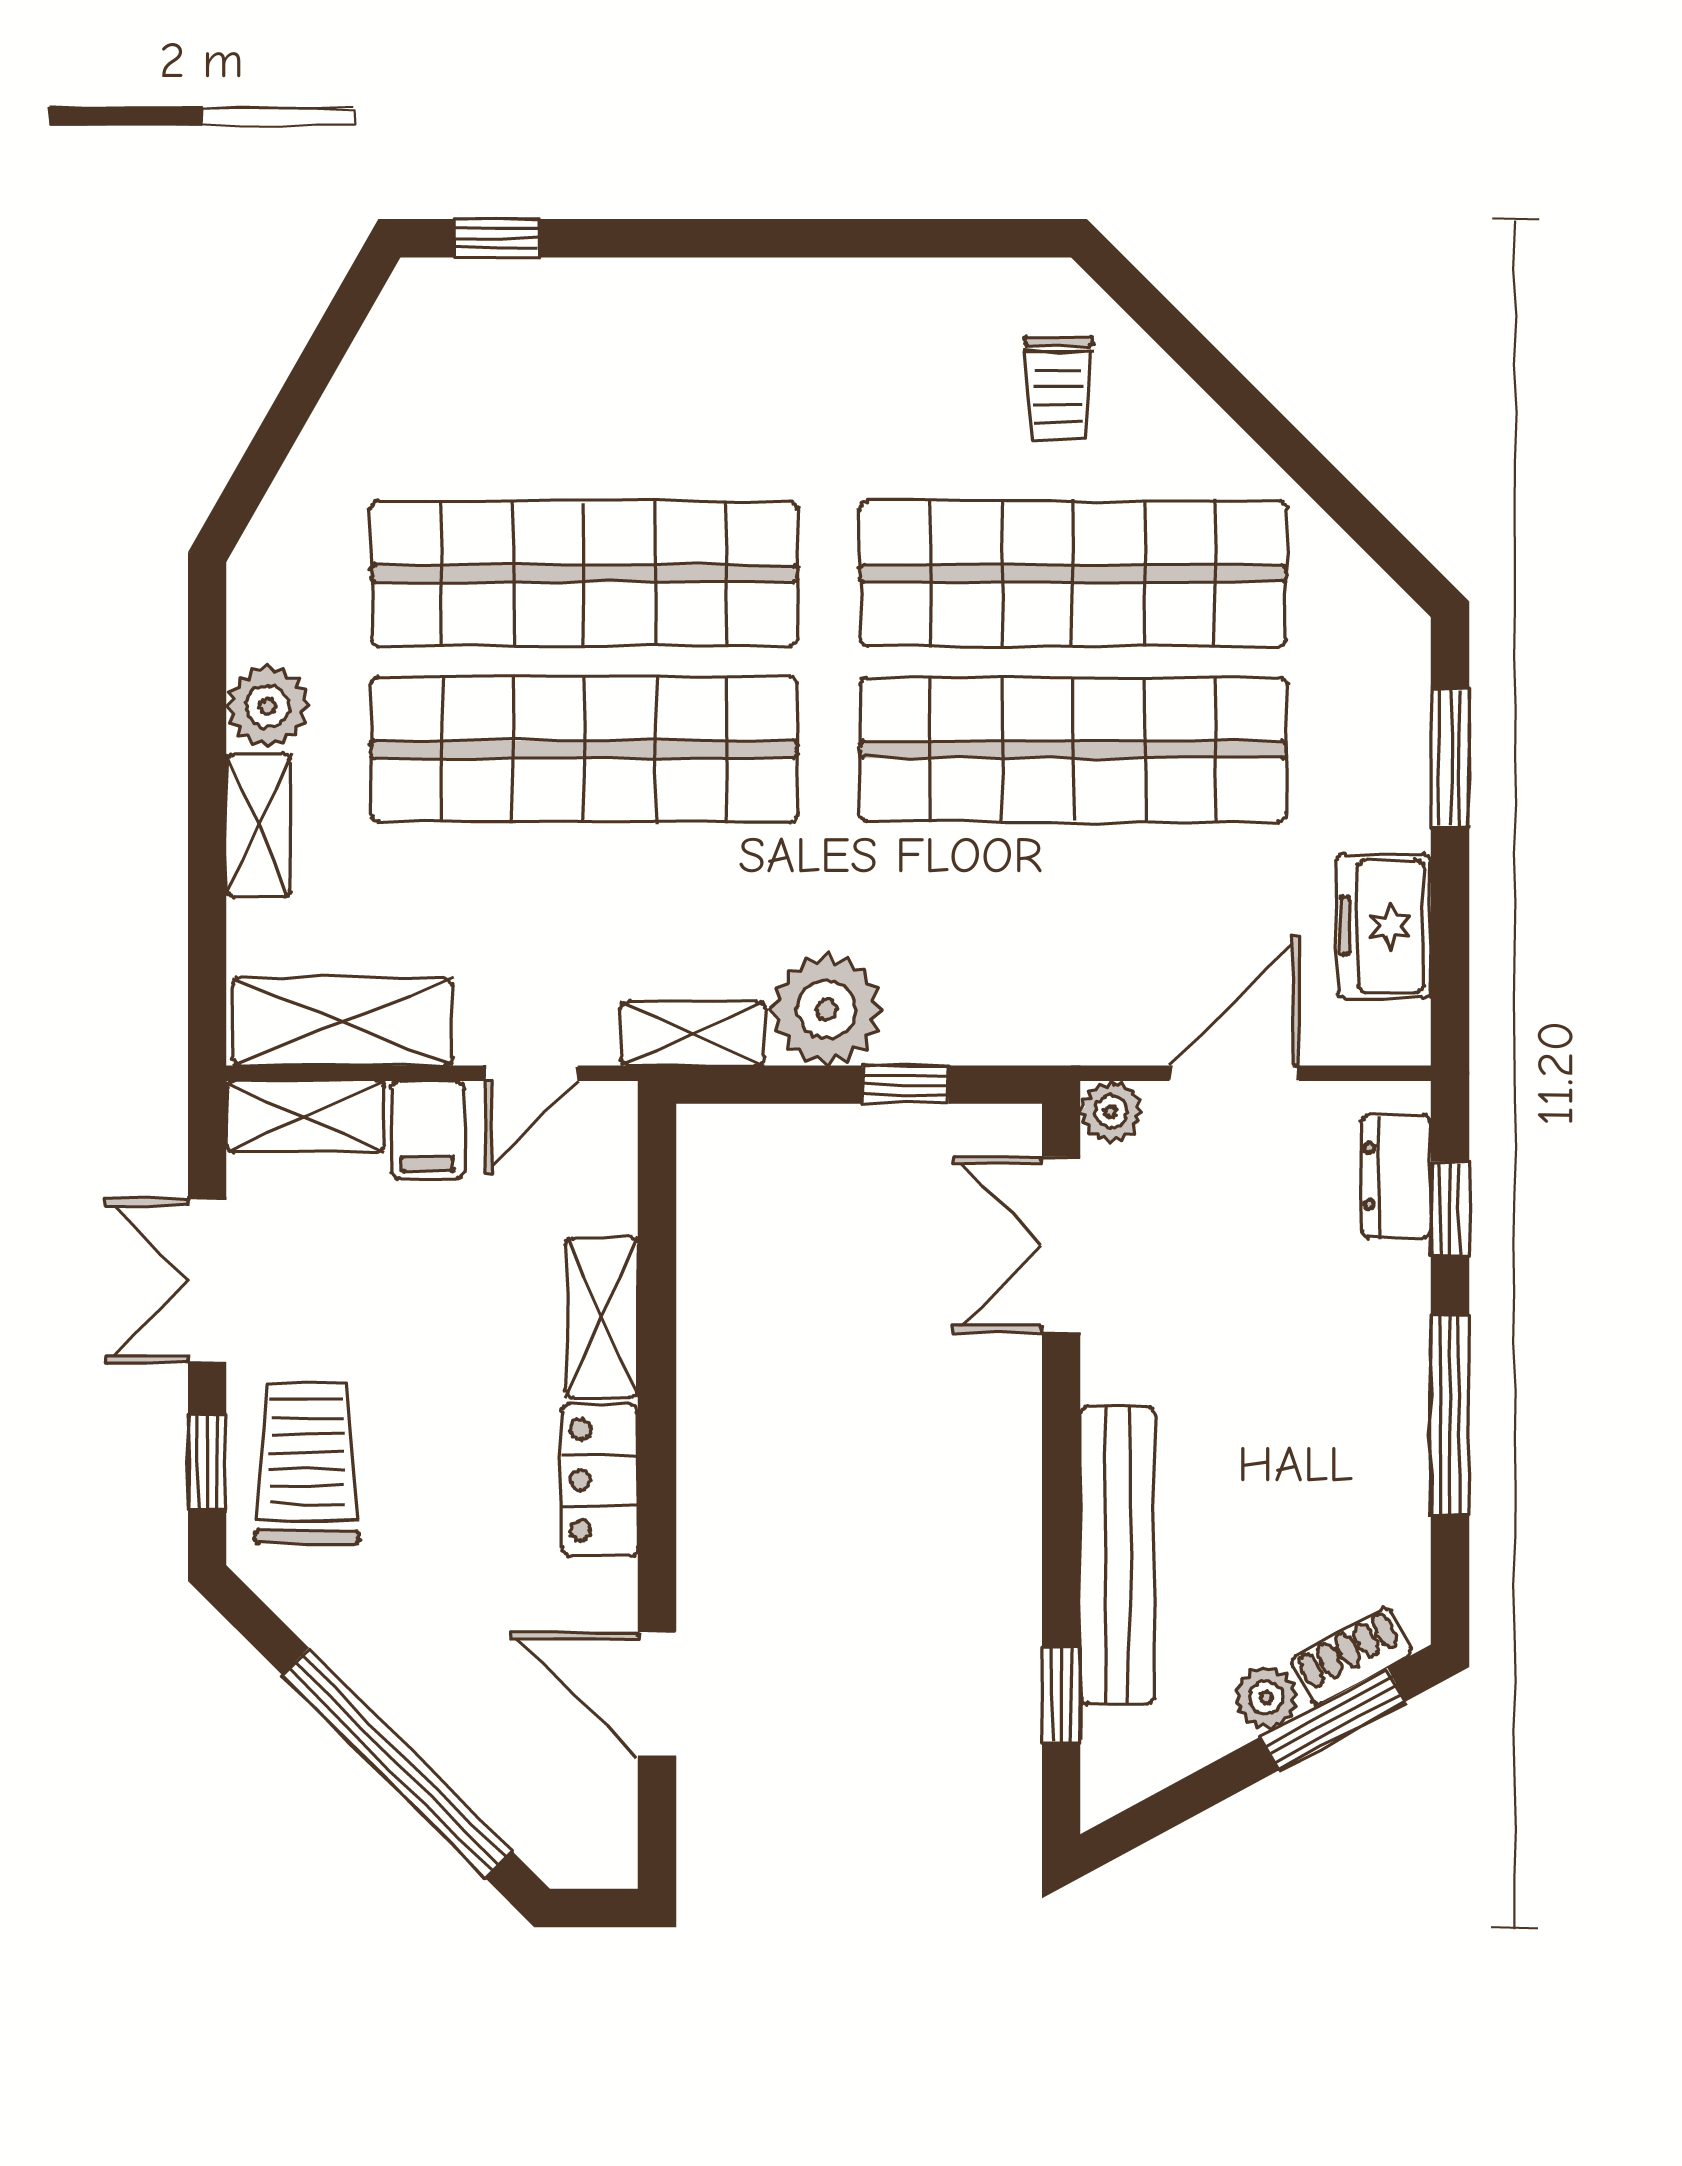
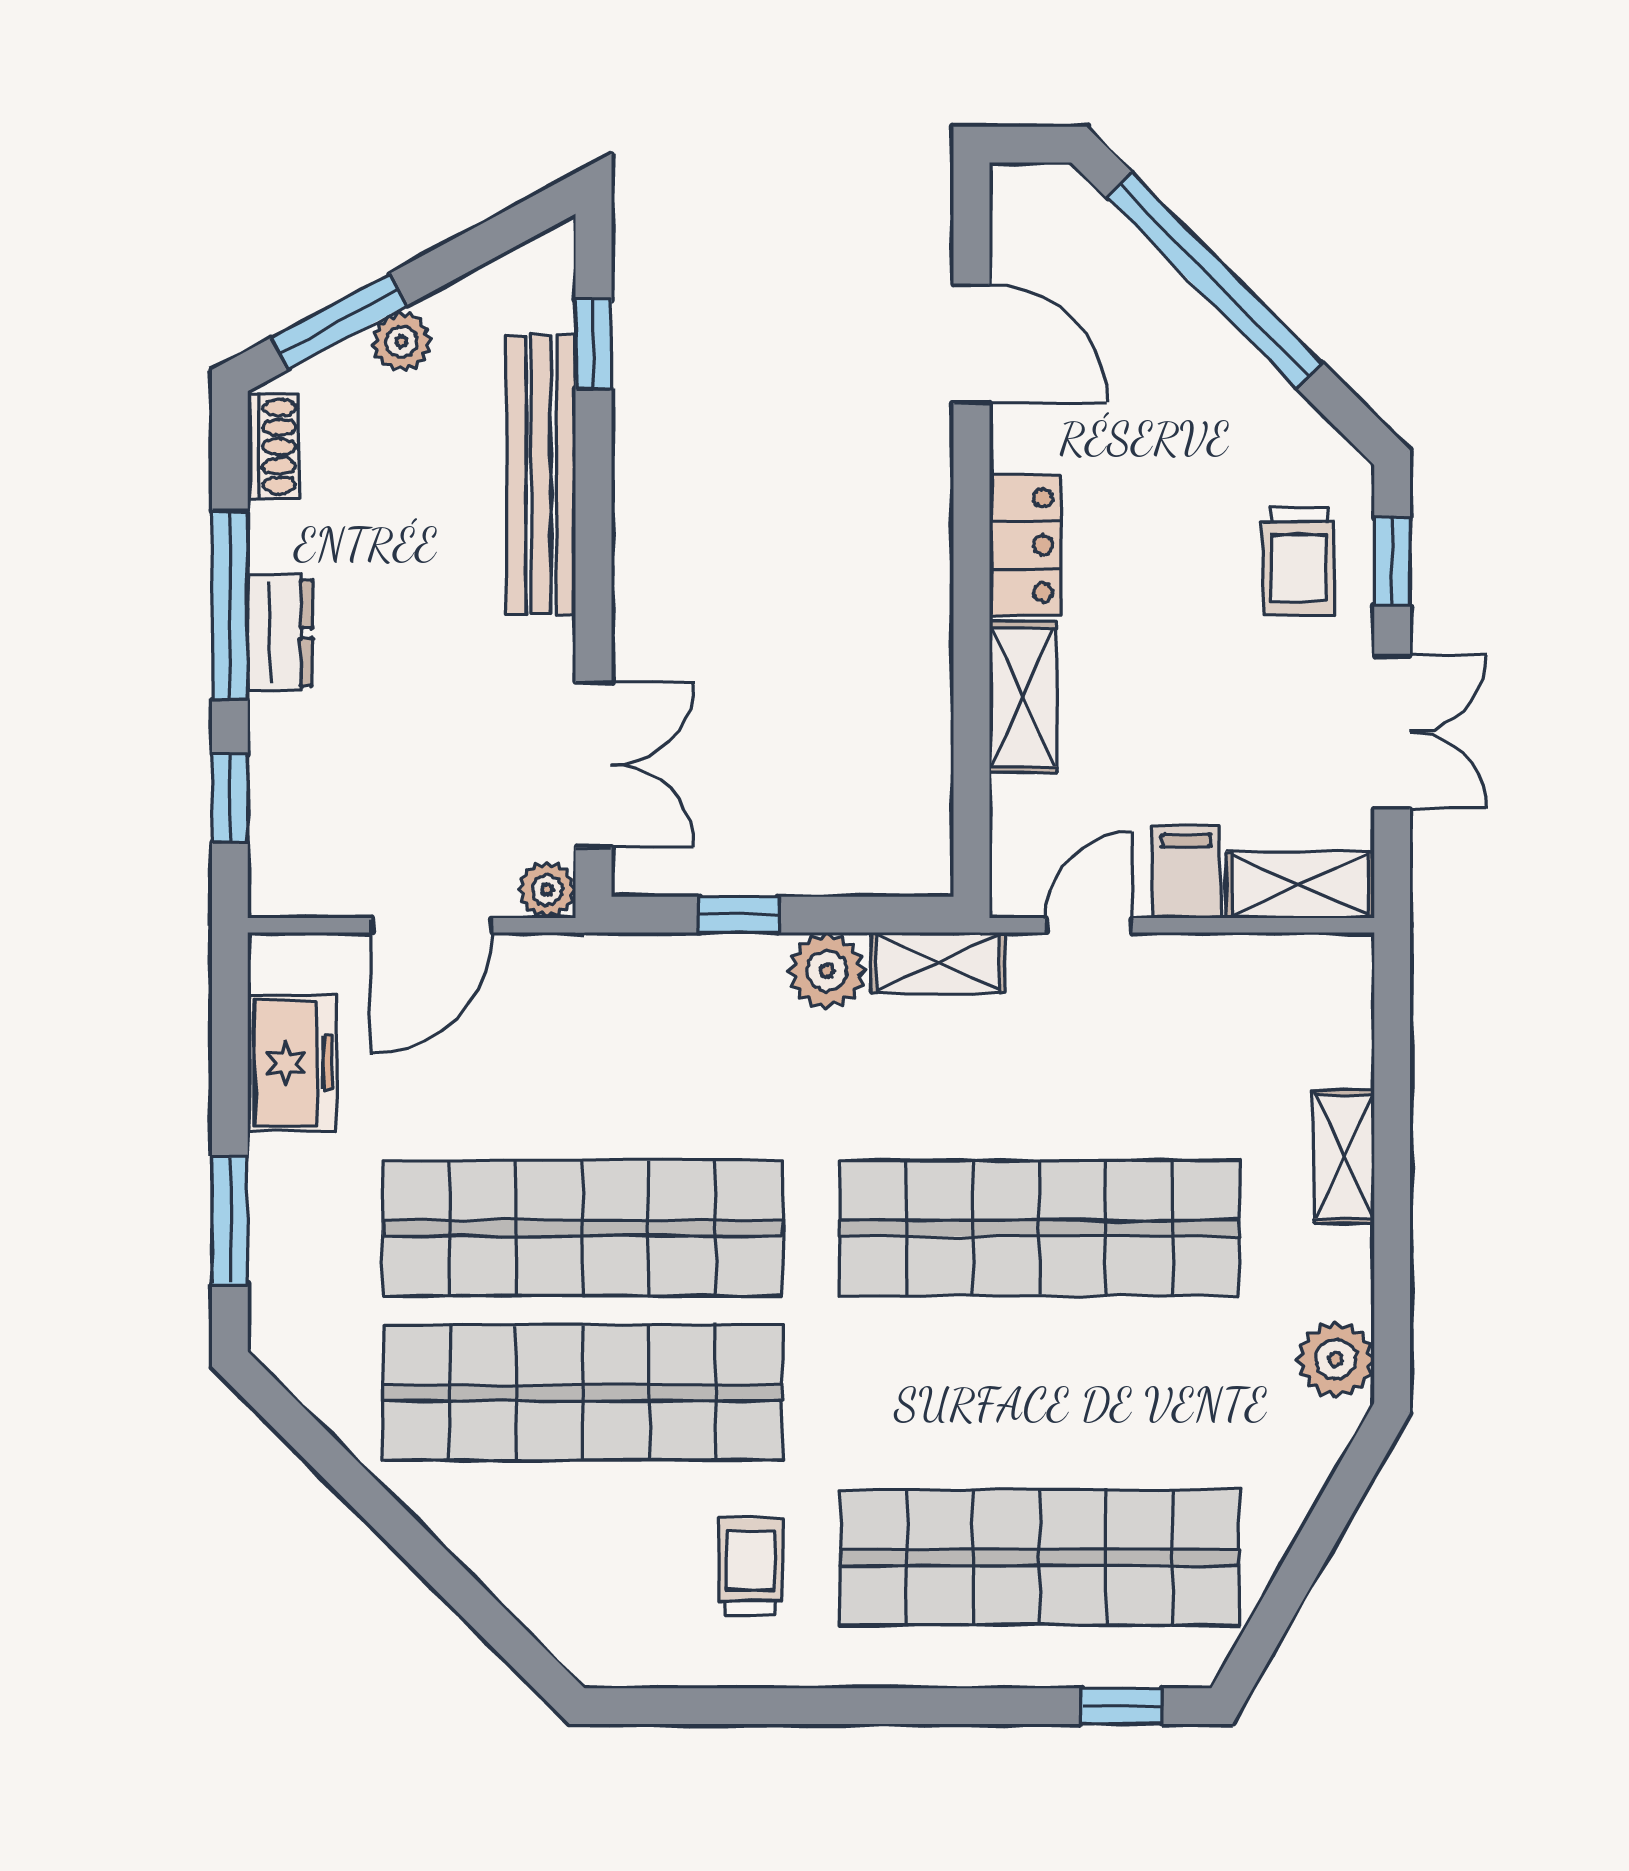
trolley: (1059, 388) -> (750, 1566), moved
shop shelf: (584, 573) -> (1040, 1557), moved
plant: (268, 707) -> (1336, 1359), moved
plant: (827, 1009) -> (827, 971), width x0.73, depth x0.73
shelving: (343, 1022) -> (1265, 973), removed
dresser: (1396, 1176) -> (280, 633), moved
trolley: (307, 1463) -> (1299, 561), width x0.73, depth x0.72
shoe rack: (1351, 1656) -> (273, 447), moved, turned -62

